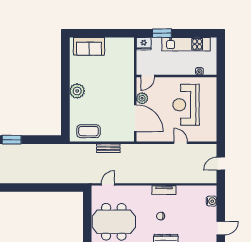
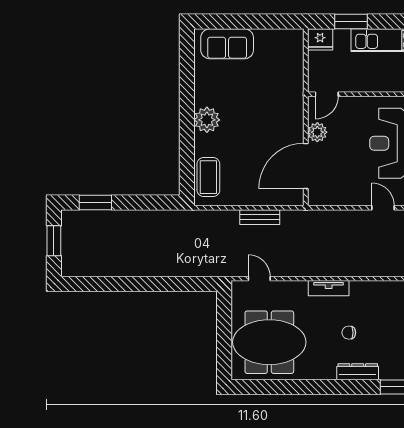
door: (135, 118) -> (306, 166), swing flipped
coffee table: (88, 131) -> (208, 177), moved, turned 90
door: (108, 184) -> (259, 279), hinge flipped
tv unit: (164, 190) -> (329, 288), moved

